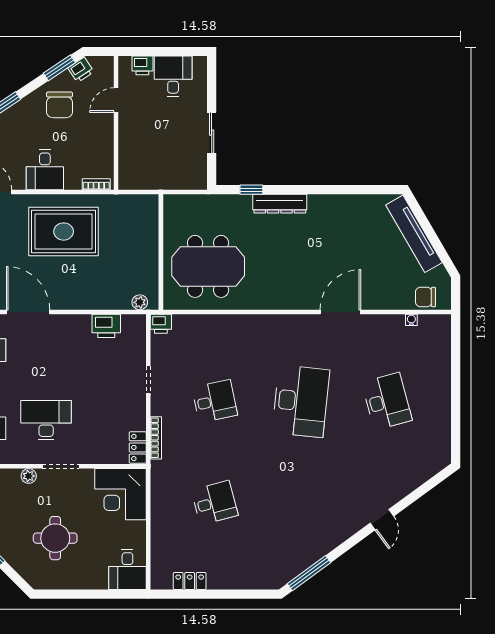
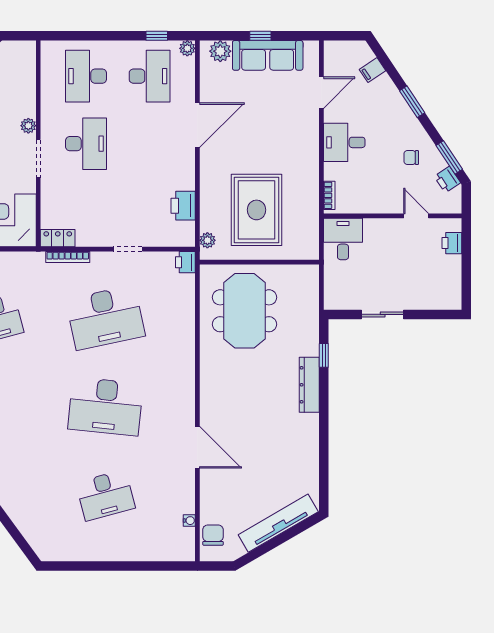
desk: (173, 76) -> (343, 239), moved, turned -90
chair: (60, 105) -> (411, 158), width x0.54, depth x0.54
rug: (64, 232) -> (257, 210), moved
desk: (215, 401) -> (105, 318), width x1.87, depth x1.30

